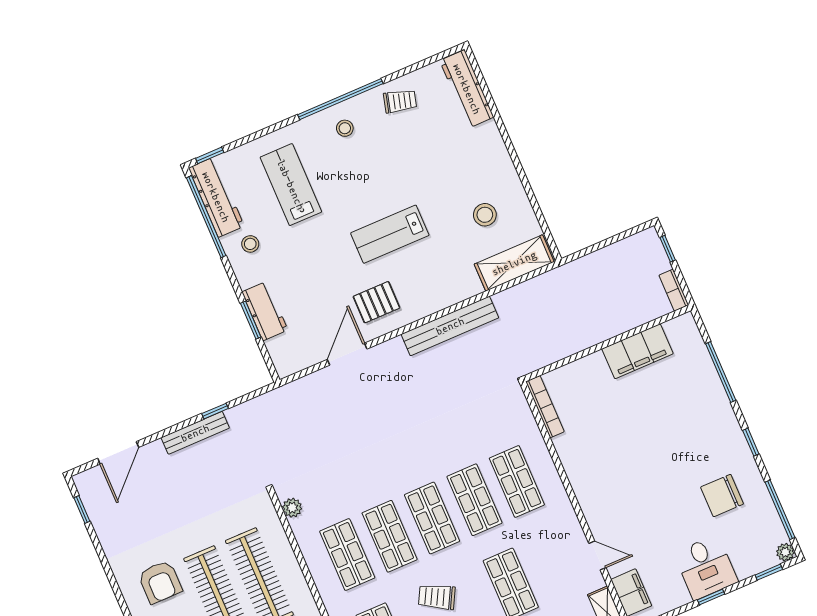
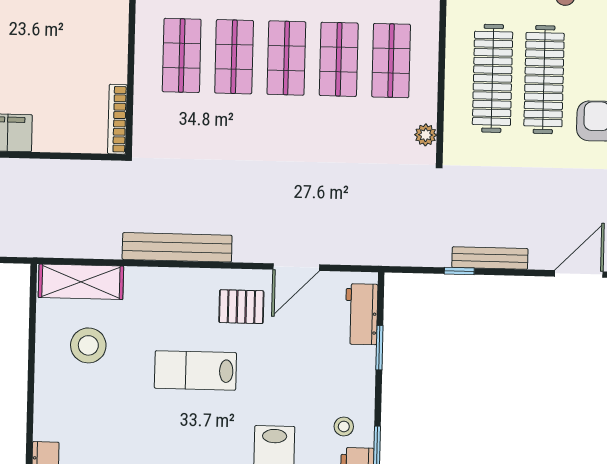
stool: (485, 215) -> (88, 345), width x1.38, depth x1.38
lab bench: (390, 234) -> (195, 370), turned 180
workbench: (265, 311) -> (361, 314), moved

